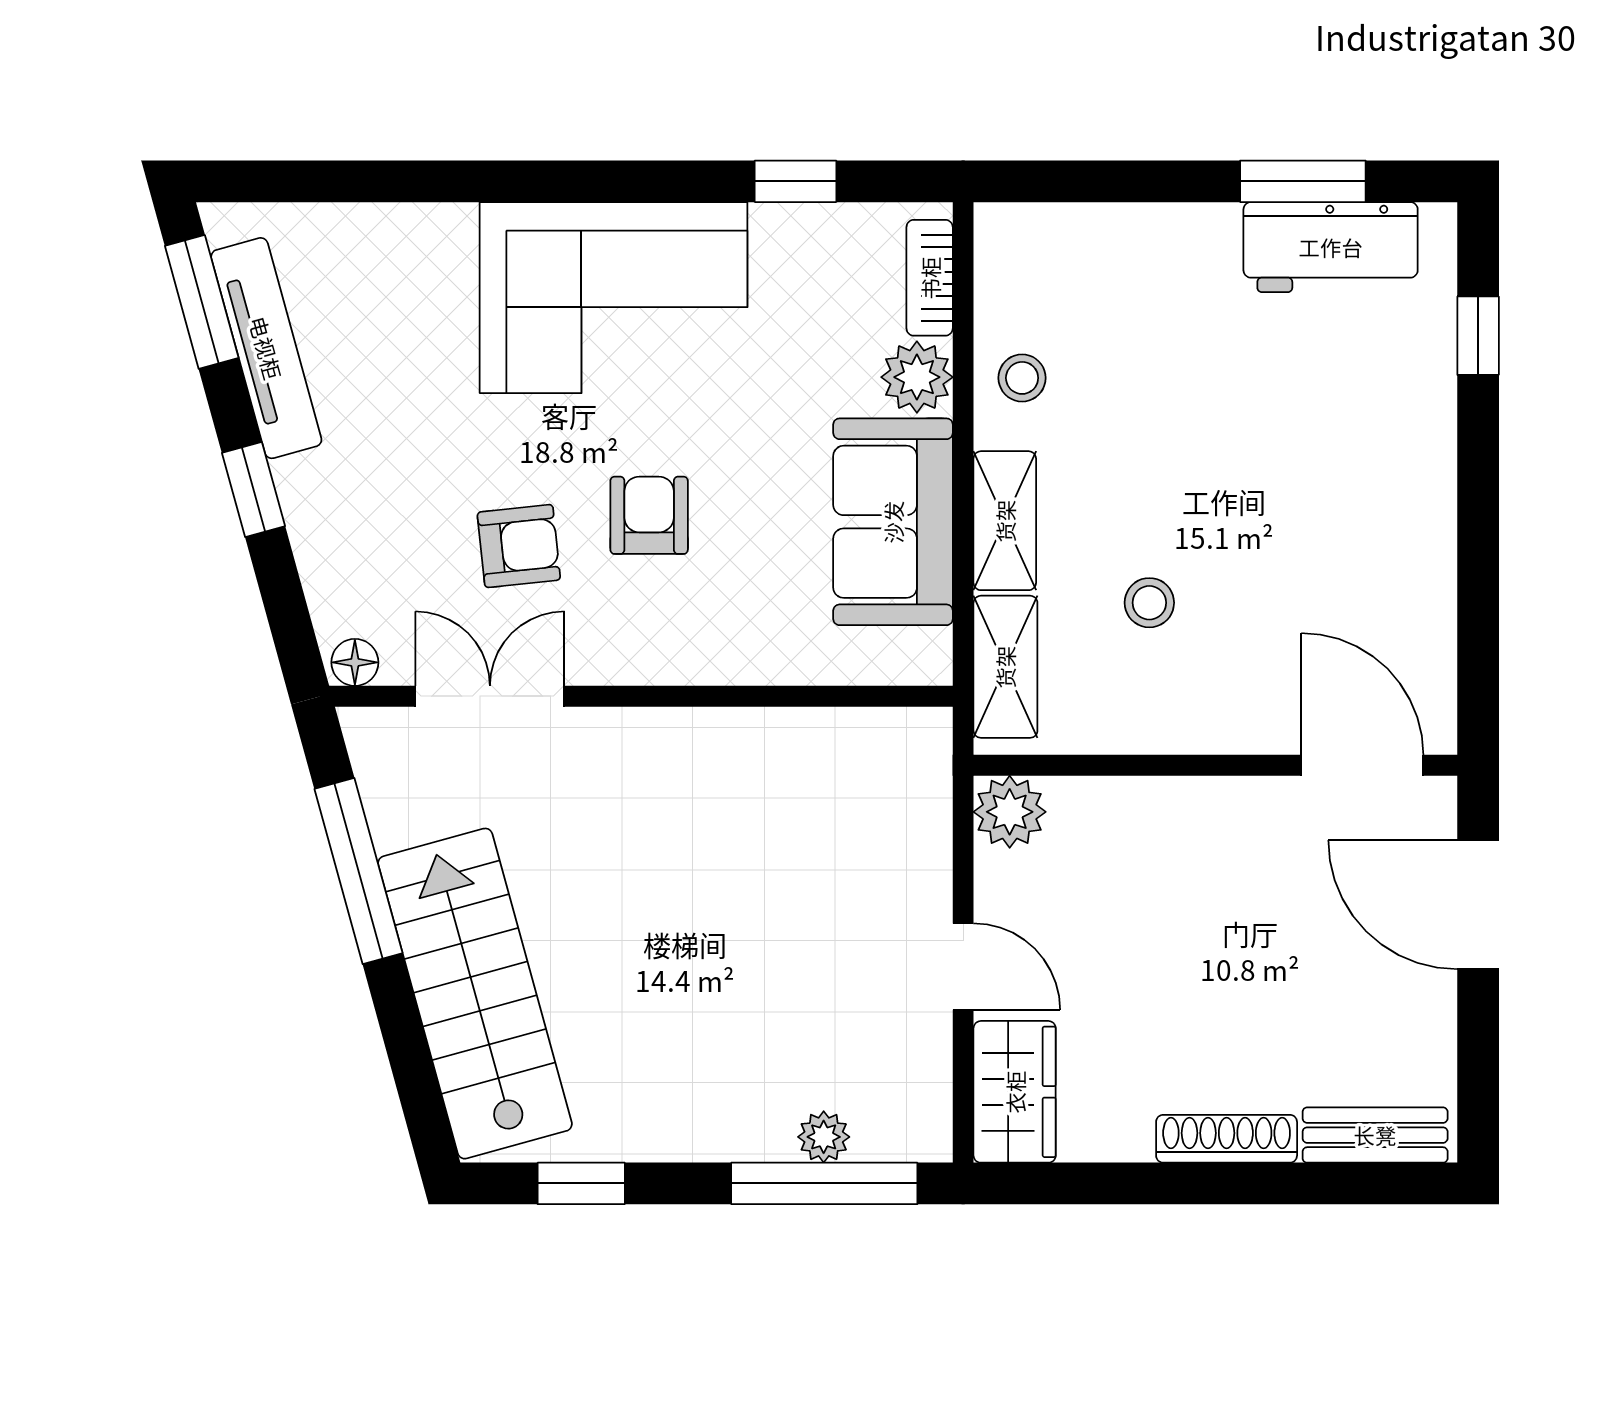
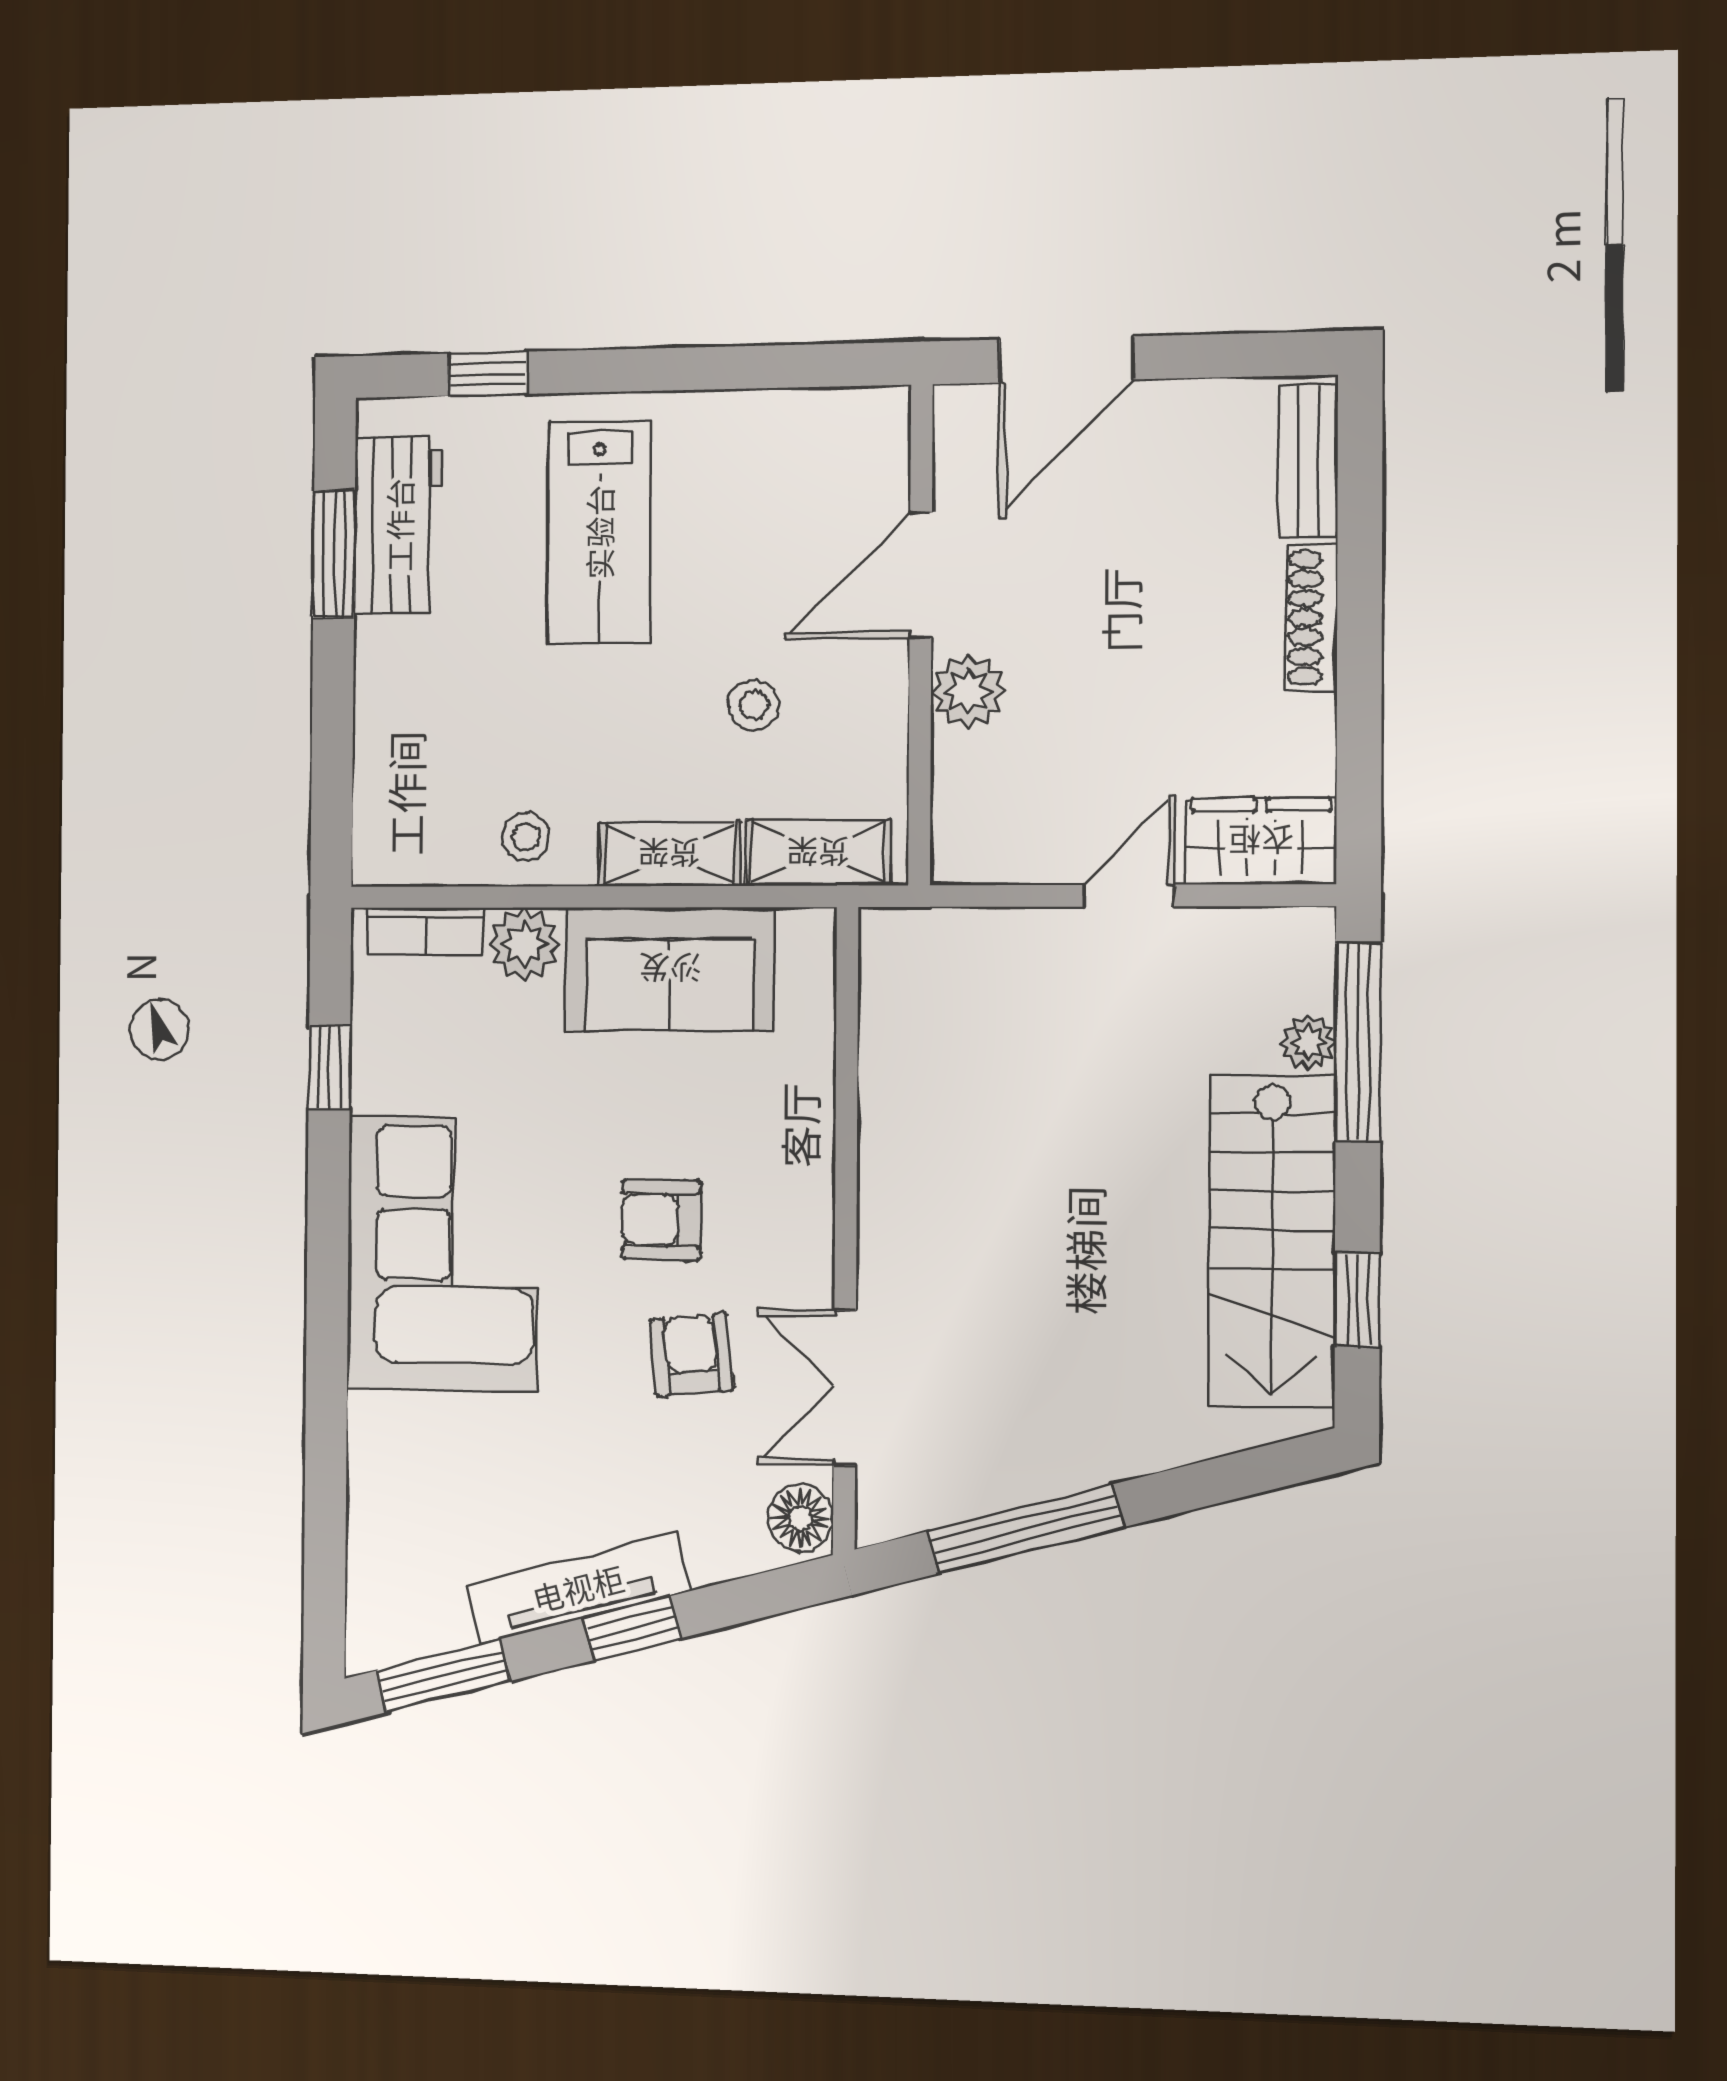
tv unit: (266, 348) -> (578, 1588), moved
lab bench: (1320, 449) -> (599, 532), added
floor lamp: (355, 662) -> (800, 1518), width x1.37, depth x1.37
door: (1362, 765) -> (921, 575), moved
plant: (1010, 812) -> (968, 691), moved
stairs: (475, 994) -> (1272, 1241), moved, turned -75

